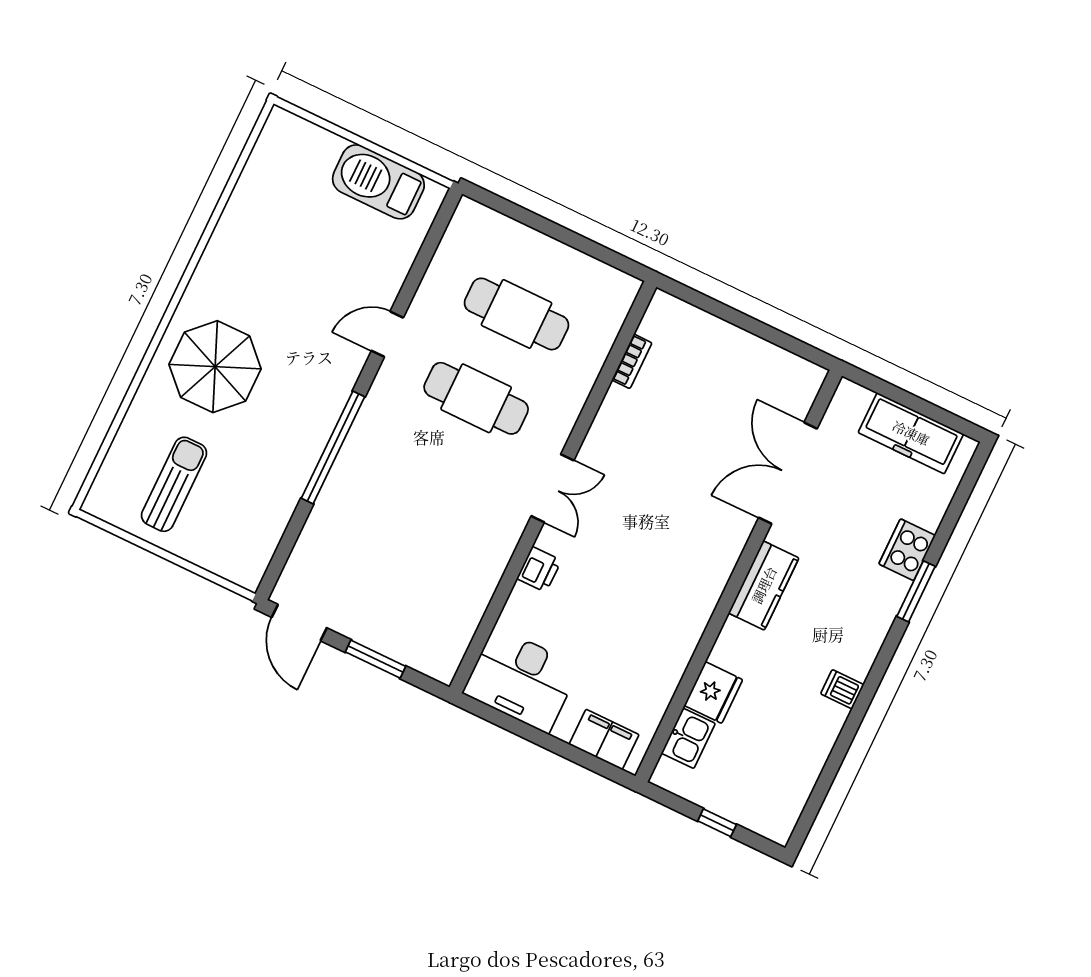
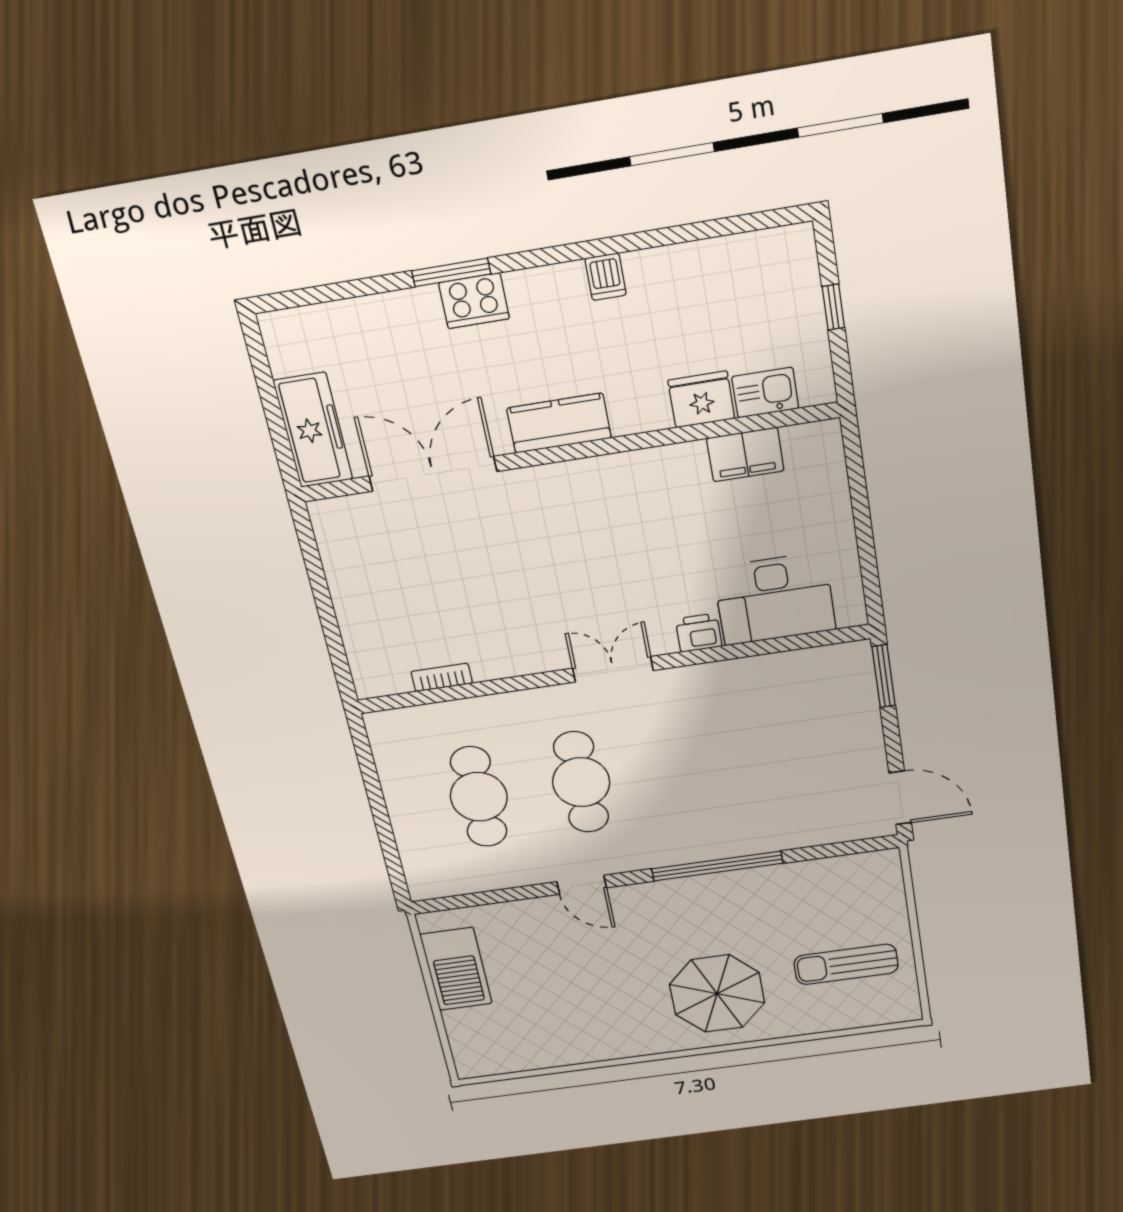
freezer: (911, 433) -> (313, 430), moved
double door: (788, 473) -> (433, 474), swing flipped
cooker: (907, 550) -> (474, 301), moved
door: (299, 623) -> (900, 798), hinge flipped
window: (376, 659) -> (884, 676), moved
desk: (521, 680) -> (774, 599), moved, turned 90
filing cabinet: (604, 740) -> (745, 455), moved, turned -90

